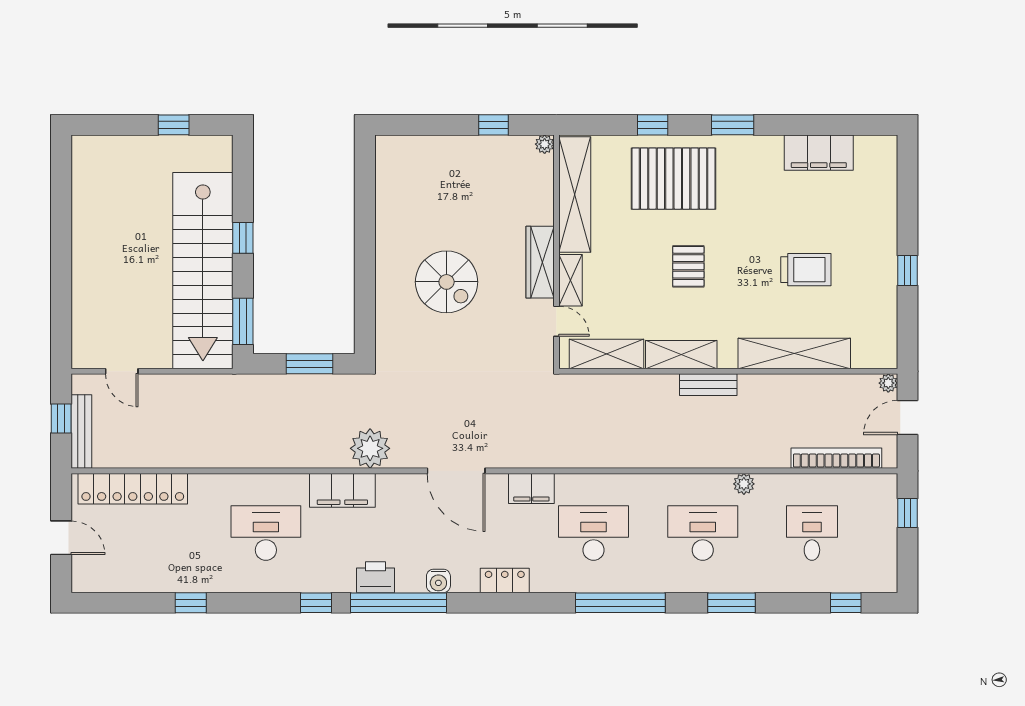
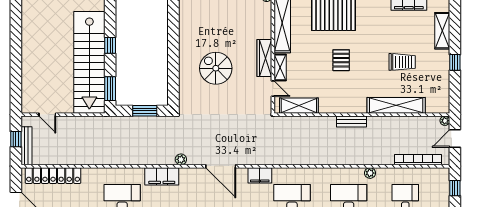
spiral stairs: (447, 282) -> (216, 68), turned 180
shelving: (681, 355) -> (442, 31), moved, turned 90
plant: (370, 448) -> (181, 159), width x0.53, depth x0.53

